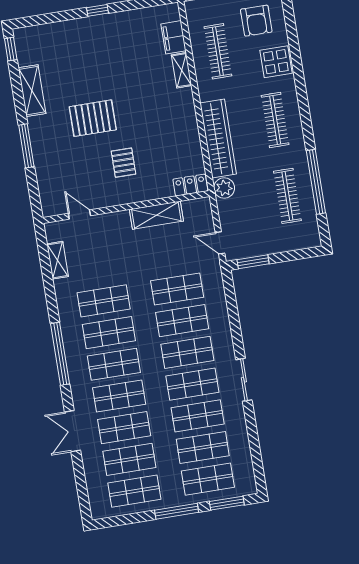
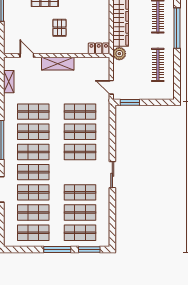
window: (316, 182) -> (177, 28), moved
shelving: (156, 215) -> (58, 64), moved
shop shelf: (192, 384) -> (80, 172), removed

